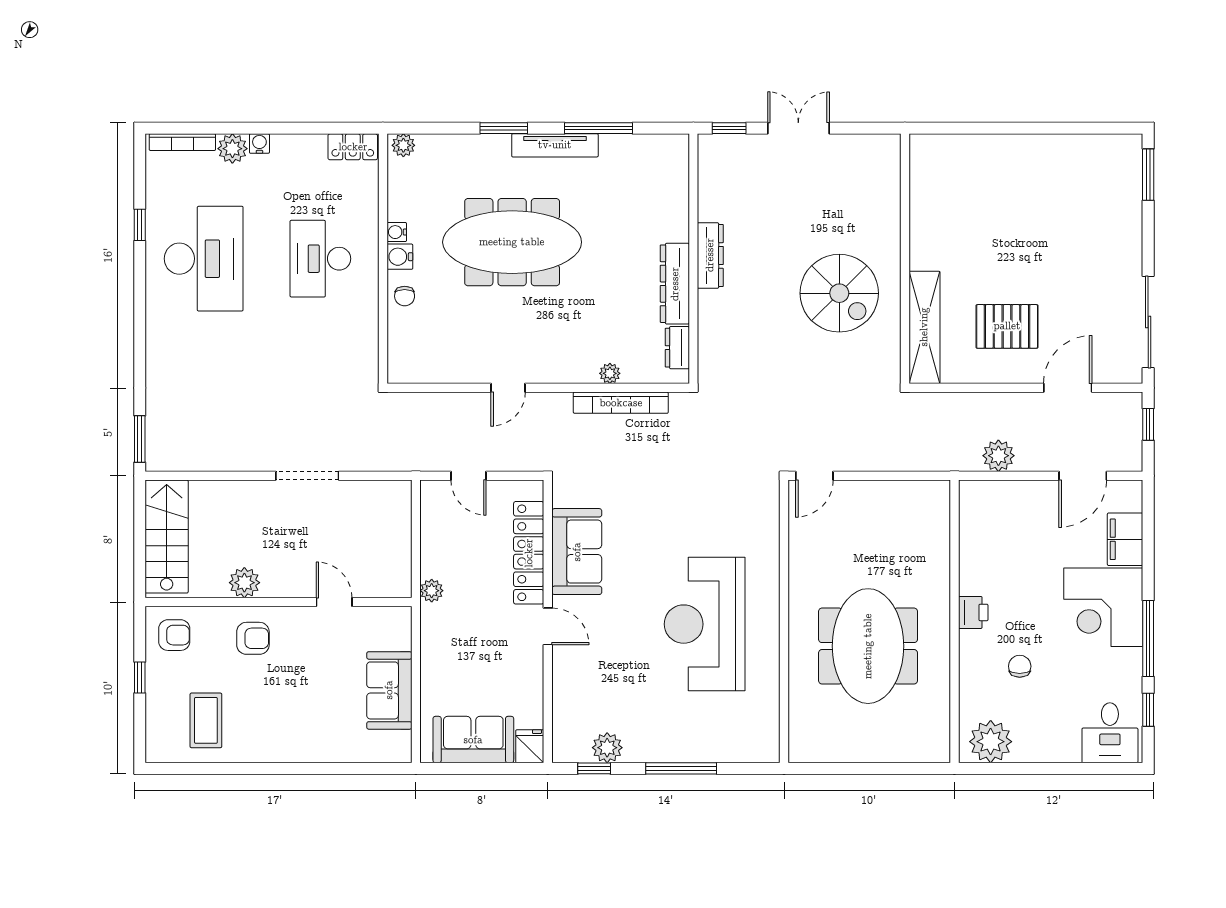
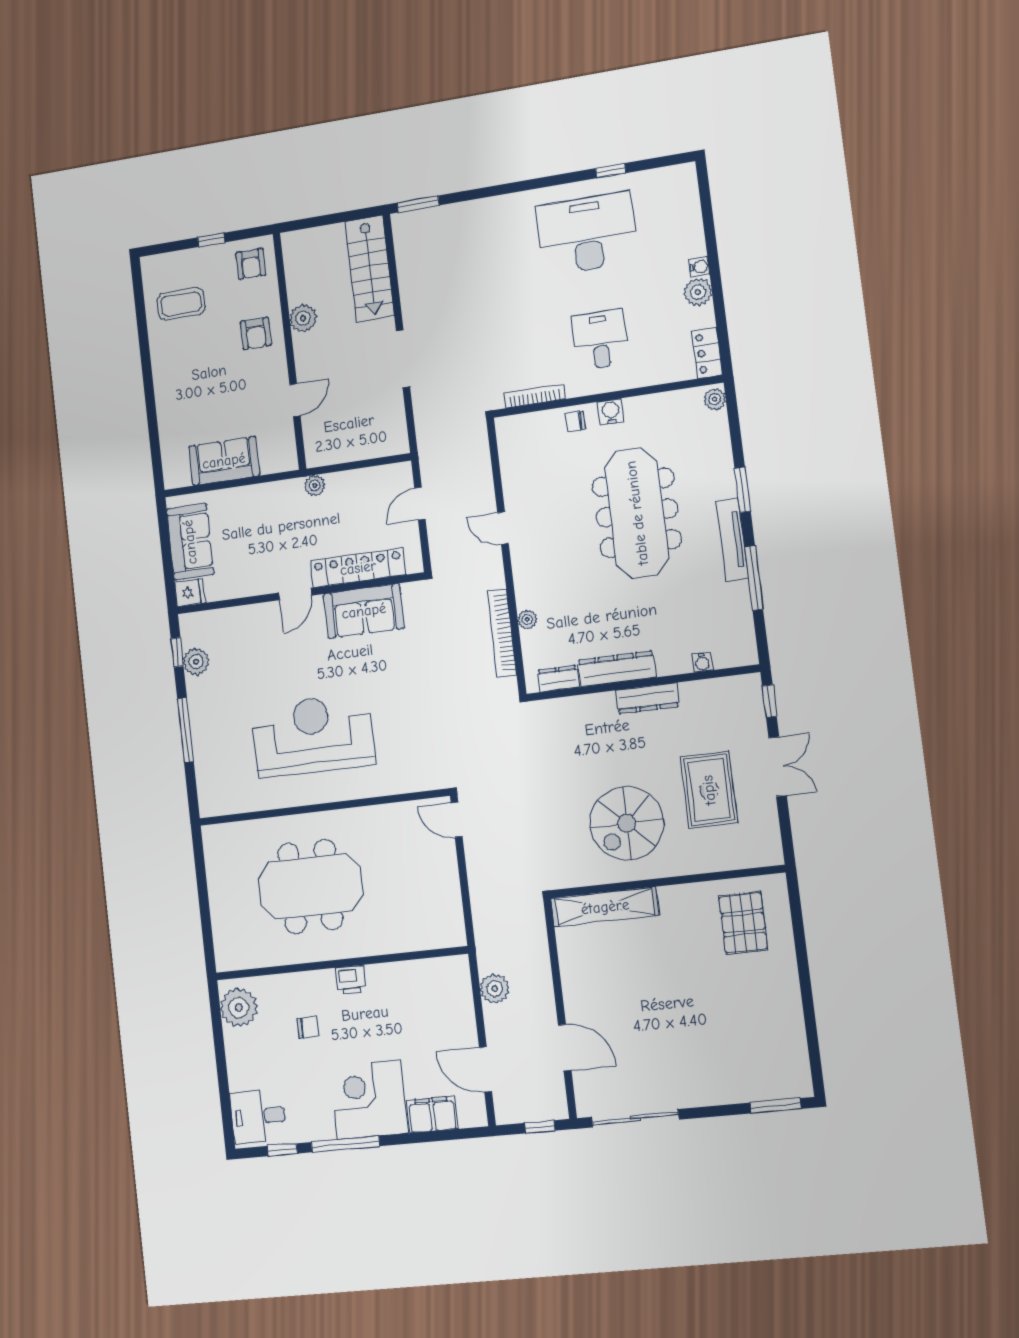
bookcase: (182, 142) -> (535, 396), moved, turned 90
plant: (232, 149) -> (698, 292), moved
rug: (814, 202) -> (709, 790), added
water cooler: (397, 232) -> (702, 662), moved, turned 180
desk: (204, 259) -> (587, 234), turned 180
desk: (320, 259) -> (600, 339), width x0.73
pallet: (1007, 326) -> (743, 923), moved
stairs: (167, 537) -> (370, 269), moved, turned 90

